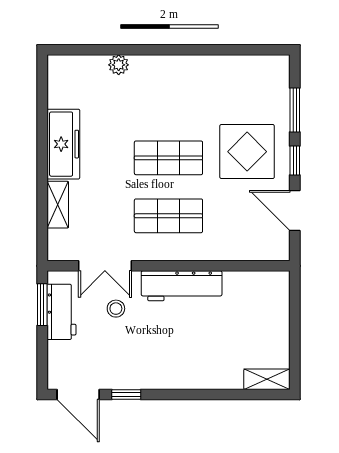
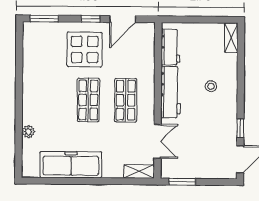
window: (295, 110) -> (44, 18), moved
freezer: (63, 144) -> (71, 165), width x1.36, depth x1.26
shelving: (58, 205) -> (139, 172), moved
stool: (116, 309) -> (211, 86), moved
workbench: (61, 312) -> (171, 47), moved, turned 90

